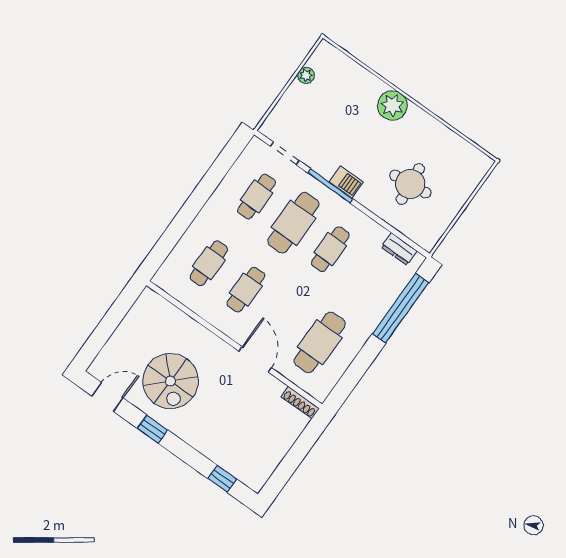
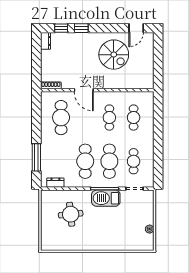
plant: (392, 105) -> (103, 243), removed
barbecue: (346, 182) -> (106, 198), width x1.88, depth x1.53
cafe table: (330, 249) -> (85, 161), width x1.37, depth x1.35
window: (401, 308) -> (36, 157), width x0.68
spiral stairs: (170, 381) -> (114, 55), turned 180
window: (153, 429) -> (81, 28), moved
dresser: (260, 476) -> (46, 41), added

